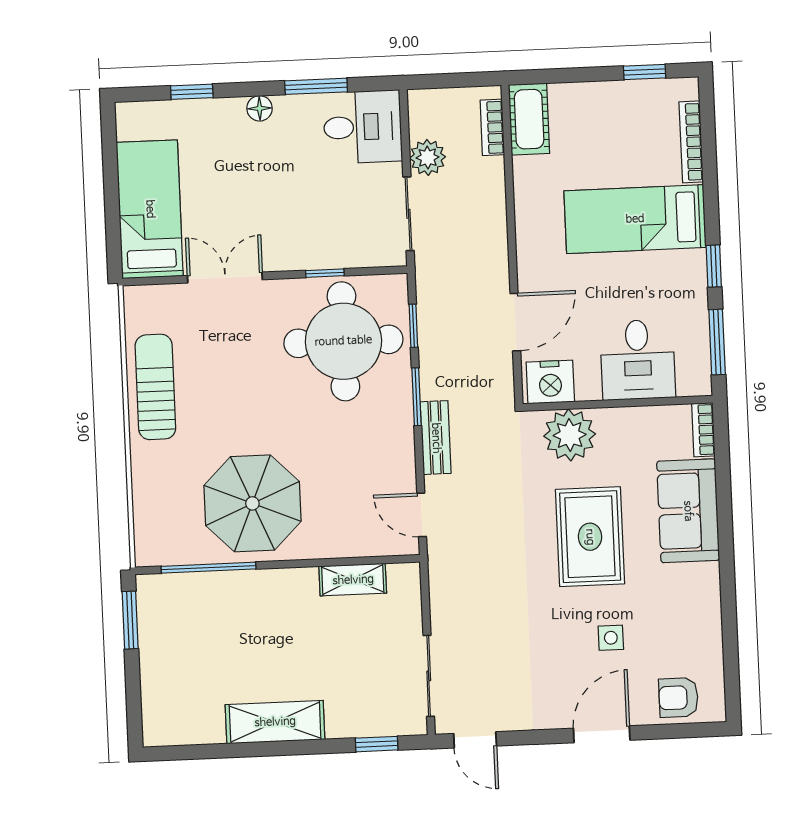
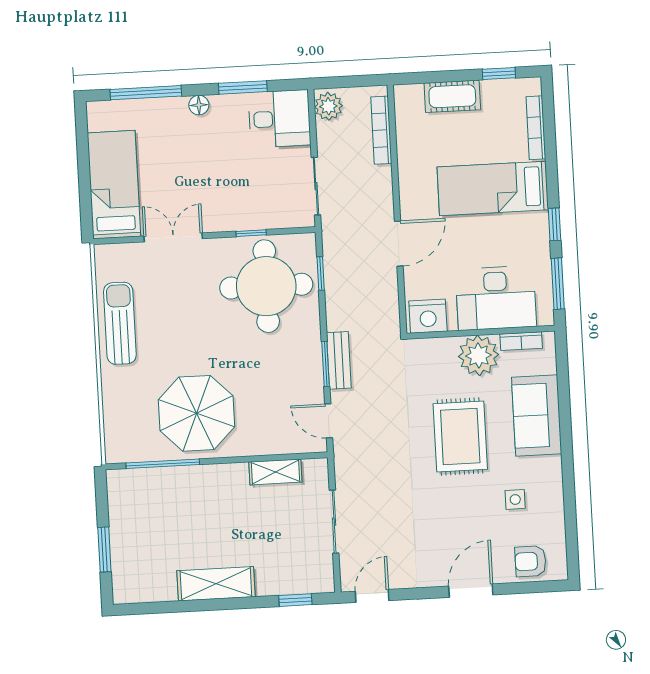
window: (192, 92) -> (146, 93), width x2.17
cot: (529, 119) -> (452, 96), moved, turned 90
bookcase: (492, 127) -> (381, 130), width x1.56
plant: (428, 157) -> (328, 106), moved
door: (515, 322) -> (399, 244), moved
desk: (638, 360) -> (496, 298), width x1.37
window: (416, 397) -> (326, 364), moved
bookcase: (703, 430) -> (521, 341), moved, turned -90
plant: (570, 435) -> (478, 355), moved
window: (130, 620) -> (104, 550), moved
side table: (611, 638) -> (515, 499), moved
sliding door: (429, 676) -> (334, 522), moved
door: (475, 740) -> (372, 596), swing flipped

